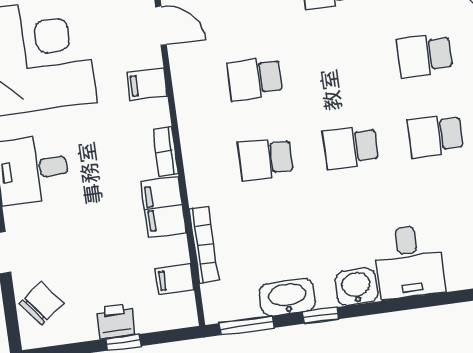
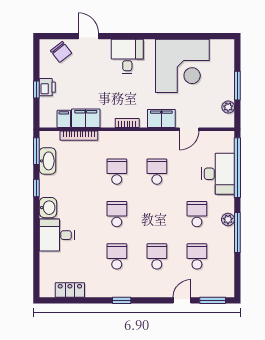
filing cabinet: (147, 84) -> (161, 119), width x2.00
filing cabinet: (164, 207) -> (86, 118), moved
washbasin: (287, 297) -> (47, 161), moved

